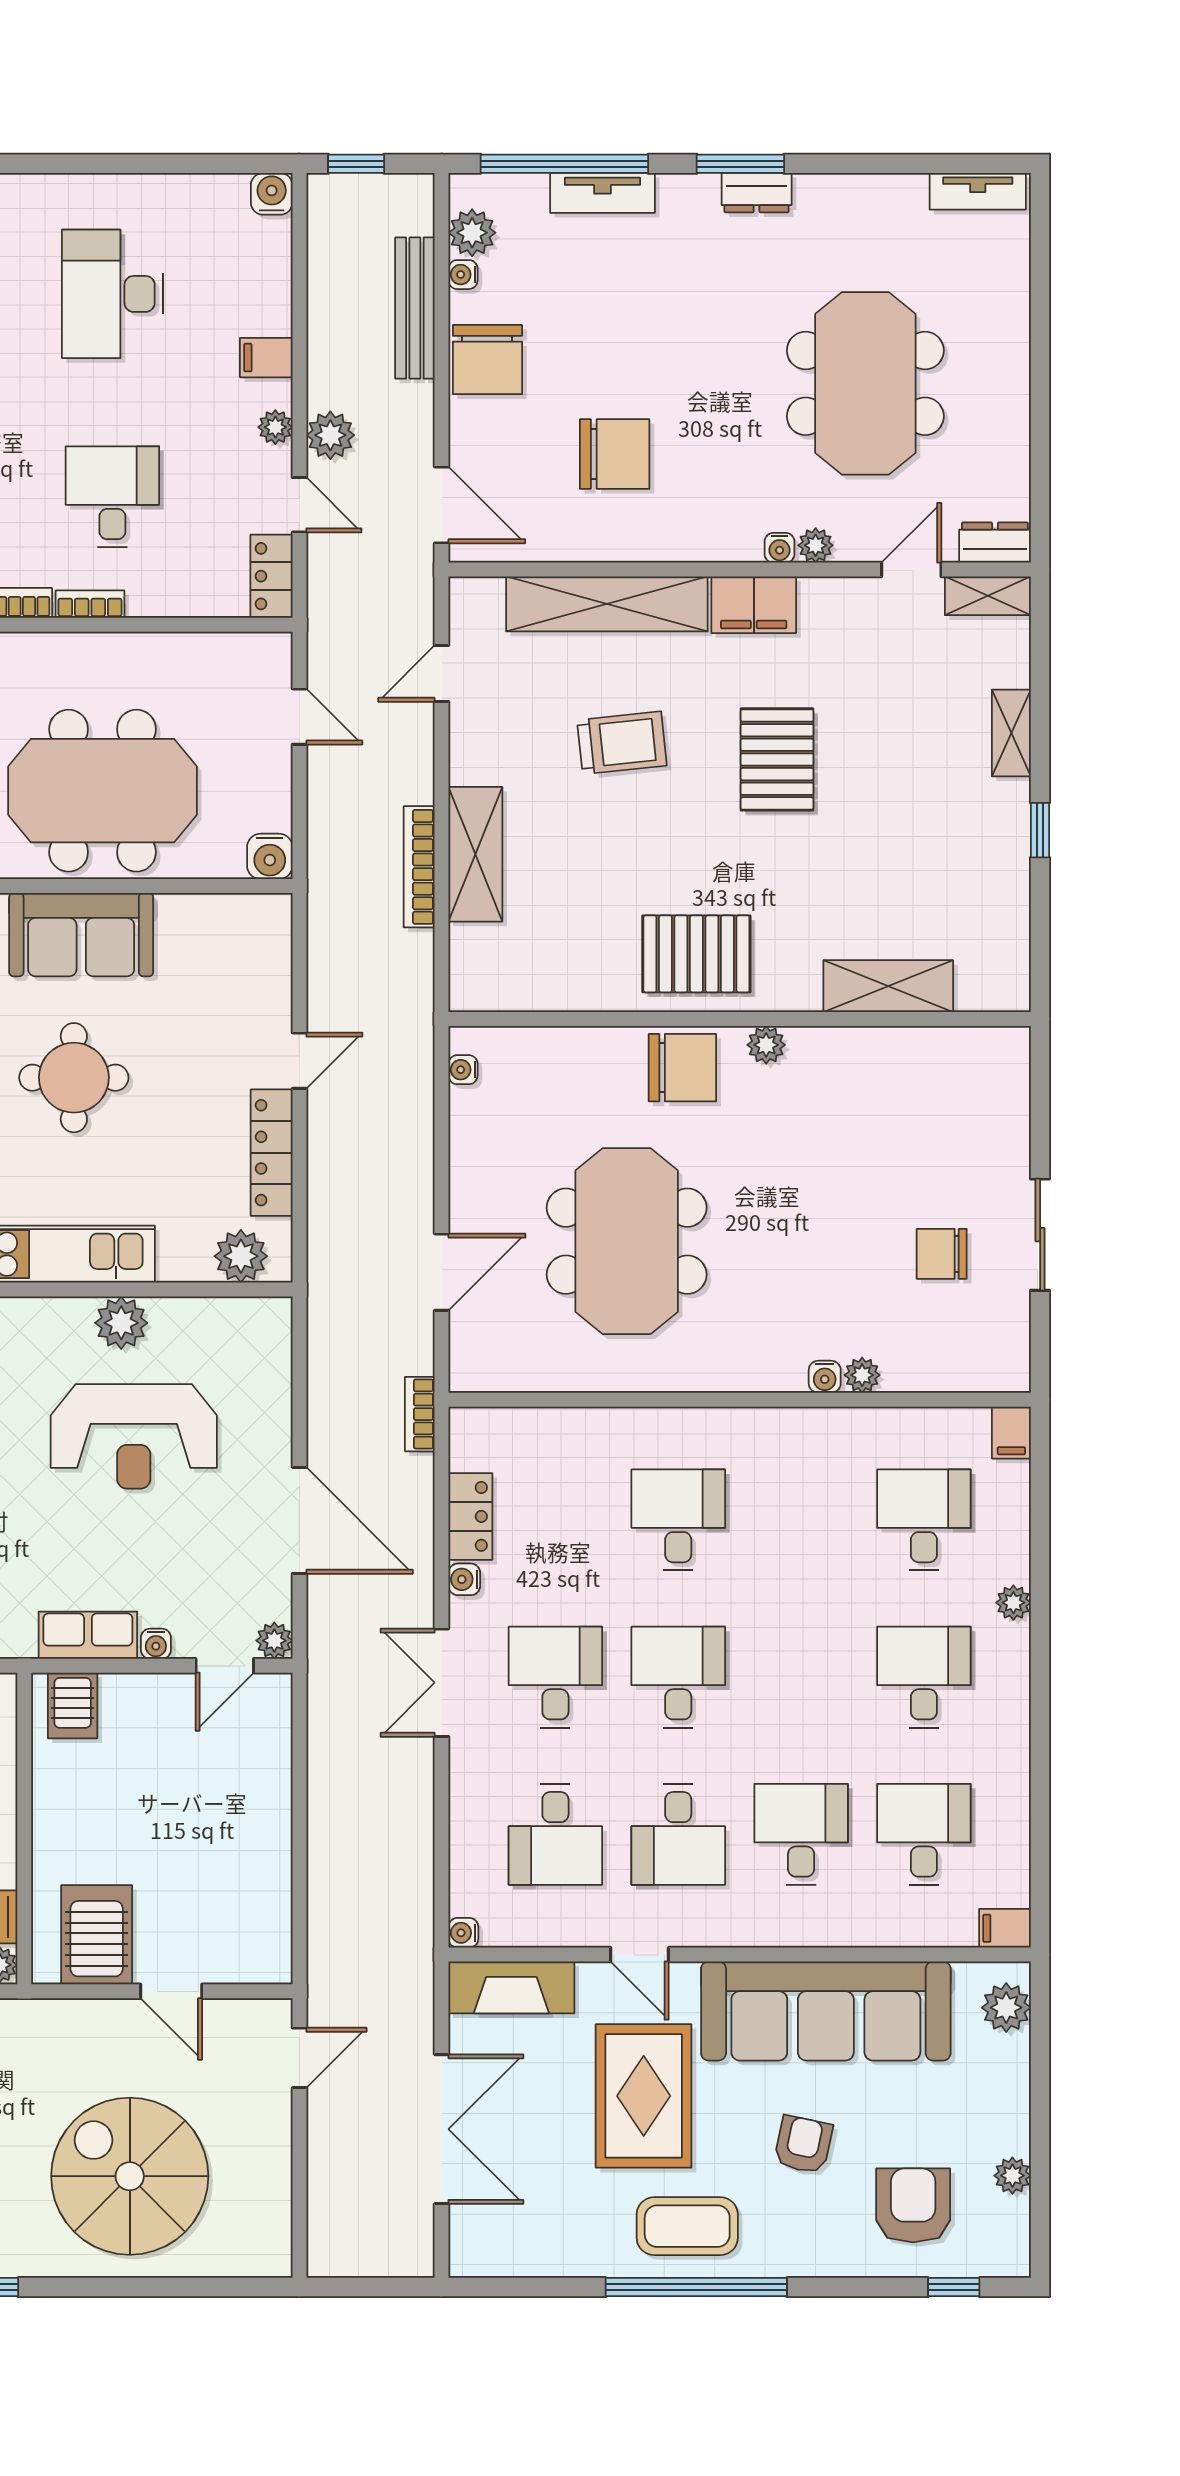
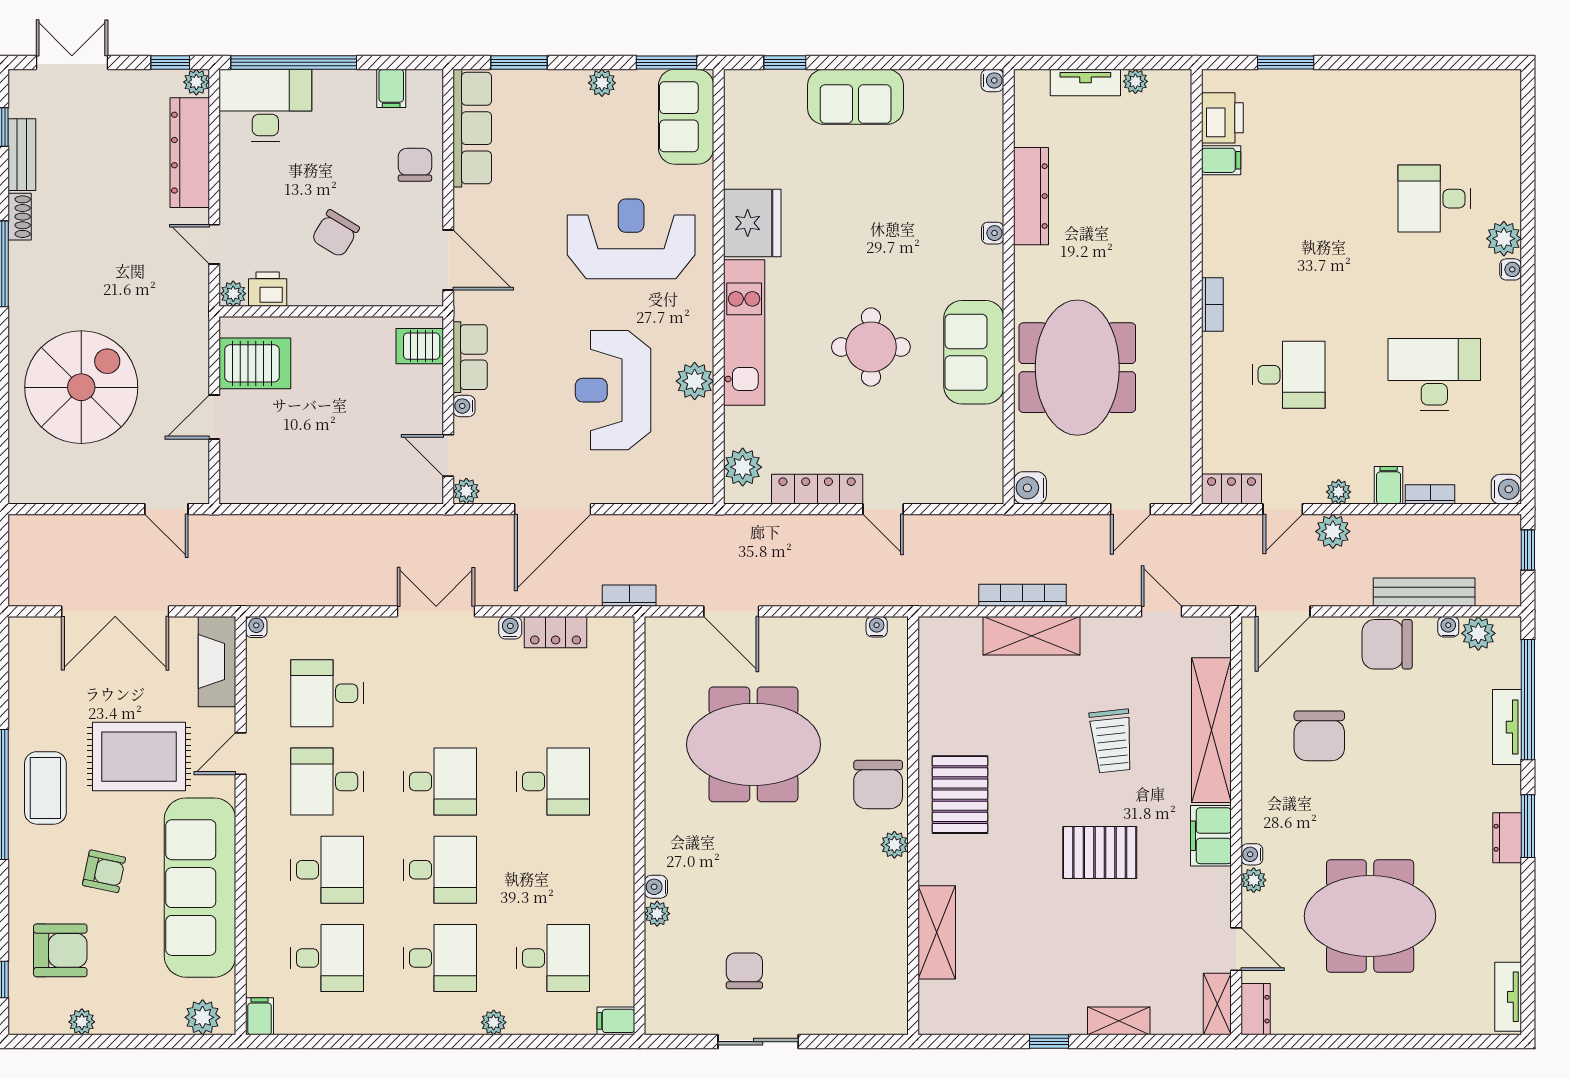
bookcase: (90, 604) -> (1430, 494), moved, turned -90
desk: (555, 1677) -> (440, 870), moved

